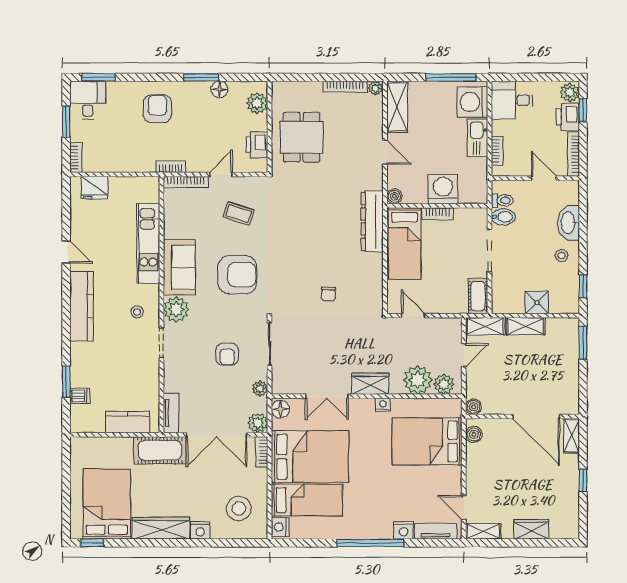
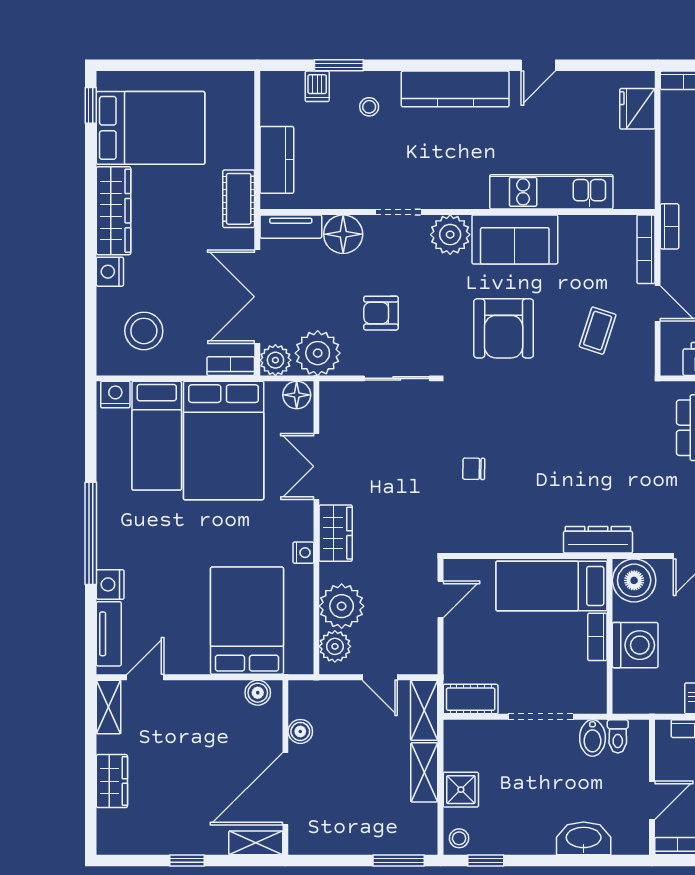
boiler: (394, 196) -> (634, 580), width x1.86, depth x1.86
dresser: (372, 221) -> (598, 540), width x0.73, depth x0.80
stool: (562, 255) -> (459, 838), moved
stool: (137, 312) -> (369, 107), moved
floor lamp: (176, 379) -> (343, 234), added
plant: (260, 389) -> (318, 353), width x1.88, depth x1.88
boiler: (473, 407) -> (300, 731), moved
cot: (160, 450) -> (239, 199), width x0.73, depth x0.75

